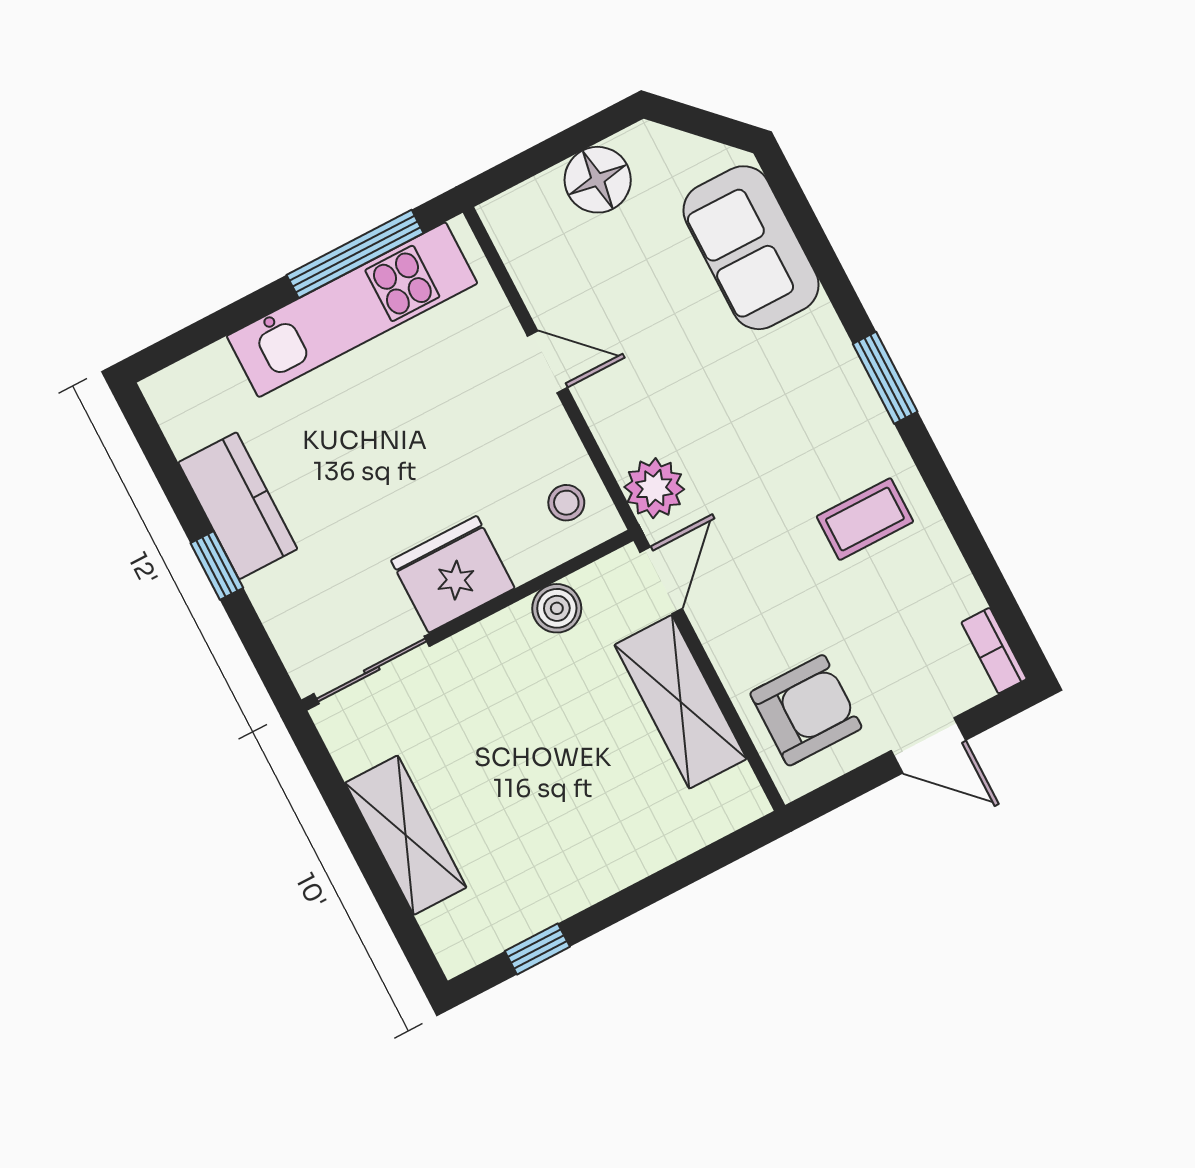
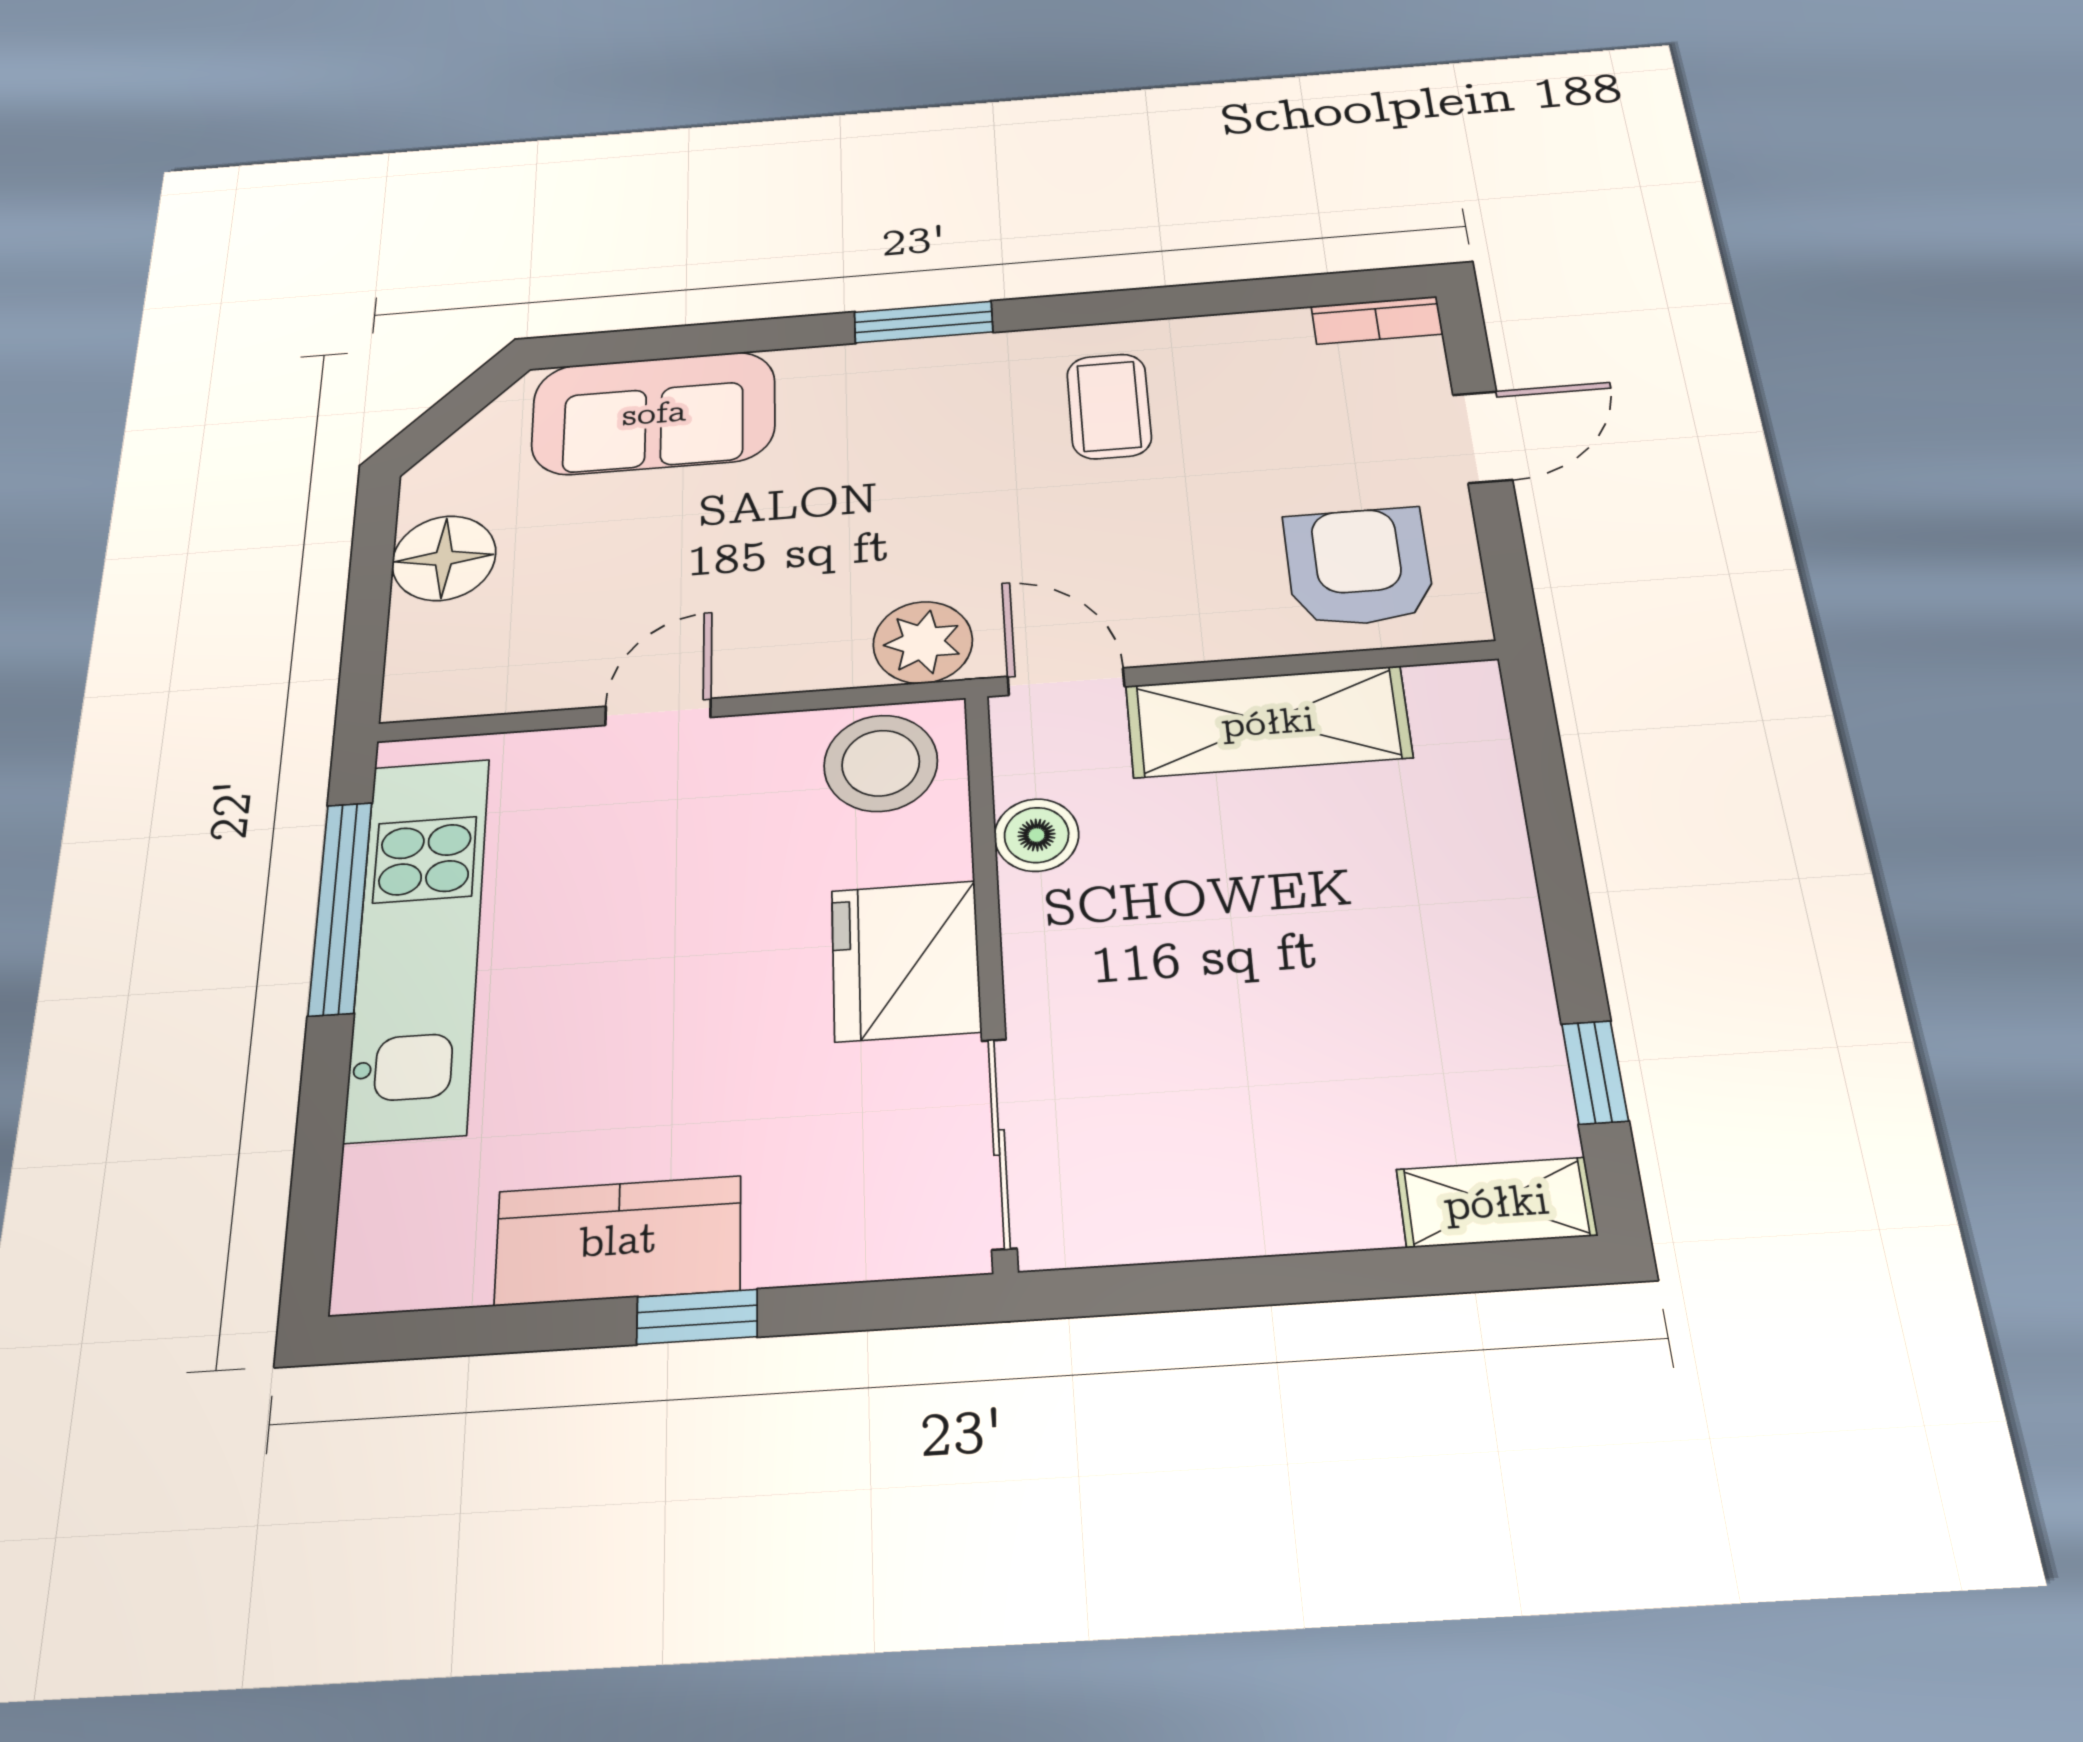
stool: (566, 503) -> (881, 763), width x1.89, depth x1.89
shelving: (406, 835) -> (1496, 1202), moved, width x0.67, depth x0.75

